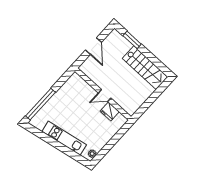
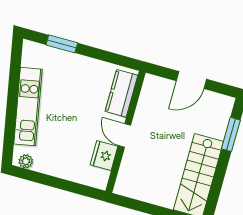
kitchen counter: (82, 86) -> (121, 93), added
window: (41, 104) -> (62, 44), width x0.47

